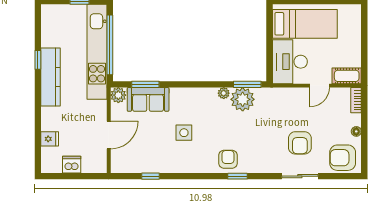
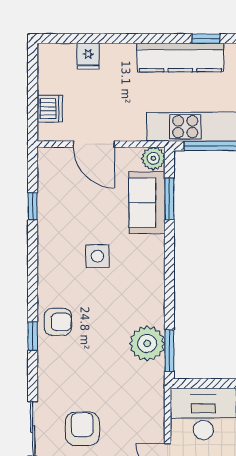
plant: (224, 93) -> (156, 315), removed
armchair: (300, 143) -> (82, 429), turned 90
dishwasher: (72, 165) -> (50, 109), moved

